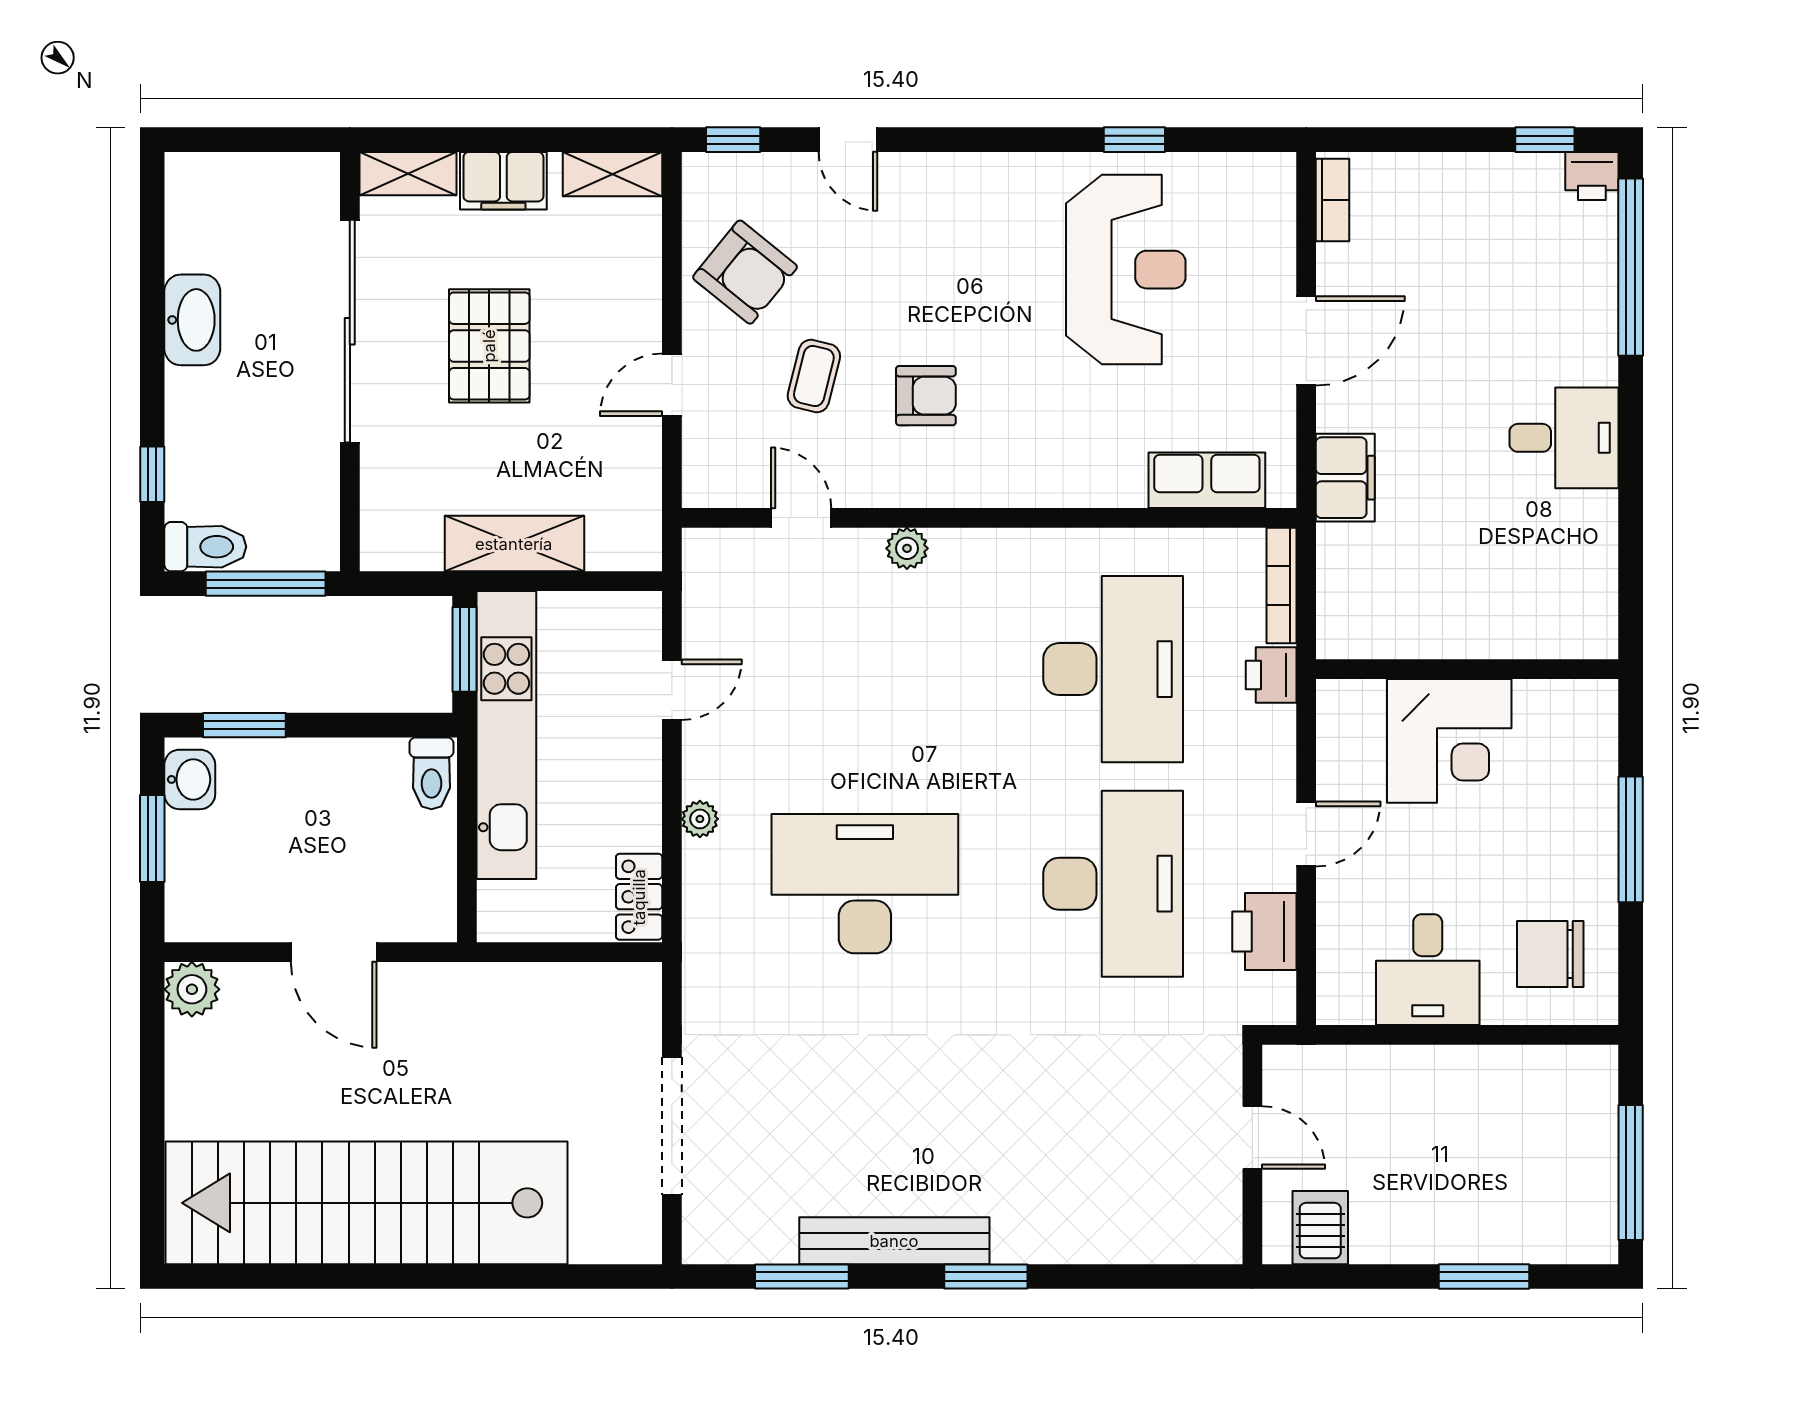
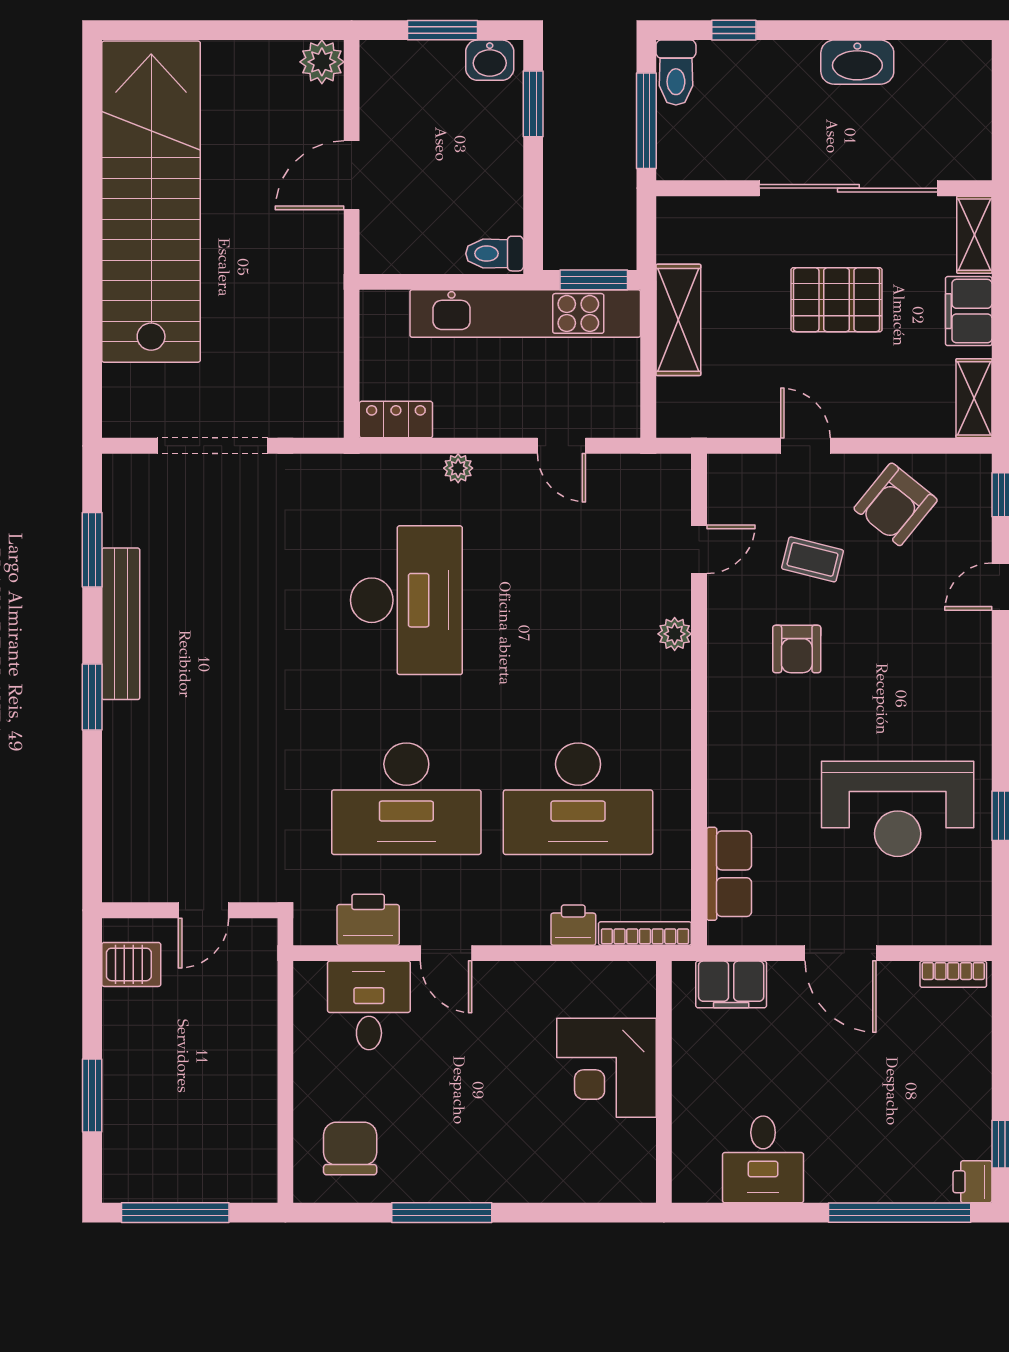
wall: (1467, 669) -> (664, 1082), moved
corner desk: (1449, 741) -> (606, 1068), moved
desk: (1428, 970) -> (369, 1005), moved, turned 90

